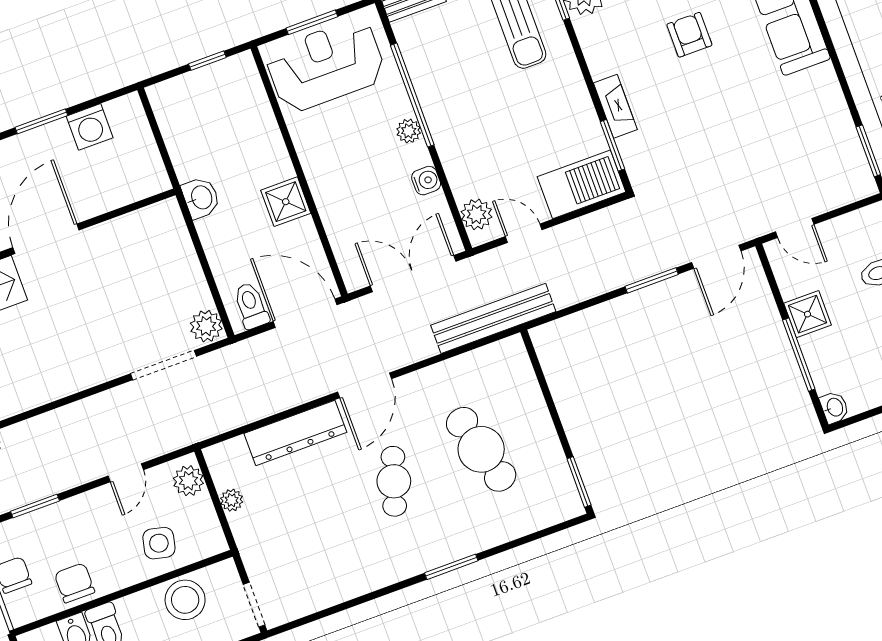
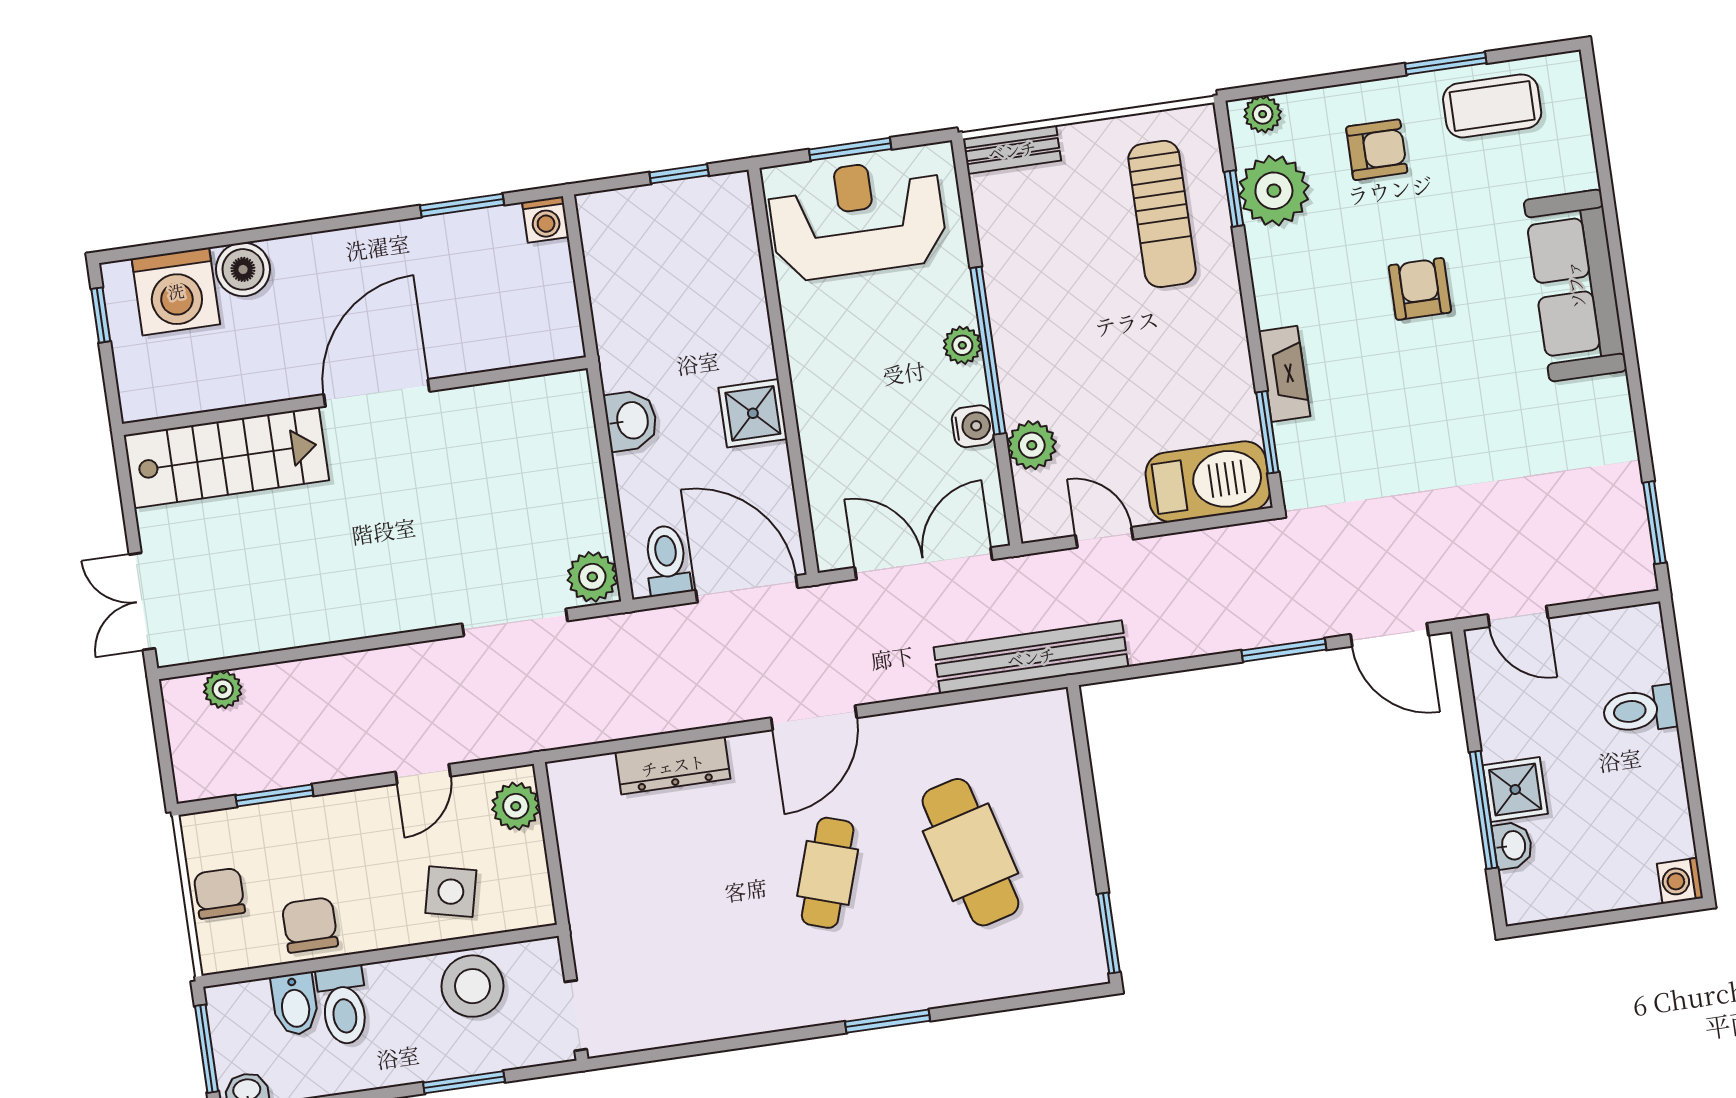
window: (412, 95) -> (988, 351), moved
window: (41, 121) -> (462, 205), moved
washing machine: (90, 127) -> (545, 220), moved, width x0.73, depth x0.73
washbasin: (201, 198) -> (631, 421), moved
plant: (477, 214) -> (1032, 445), moved
door: (716, 257) -> (1389, 635), hinge flipped
shower: (807, 314) -> (1515, 789), moved
washbasin: (834, 407) -> (1513, 845), moved
dresser: (295, 433) -> (673, 765), width x0.73, depth x0.80
plant: (232, 500) -> (575, 850), removed

